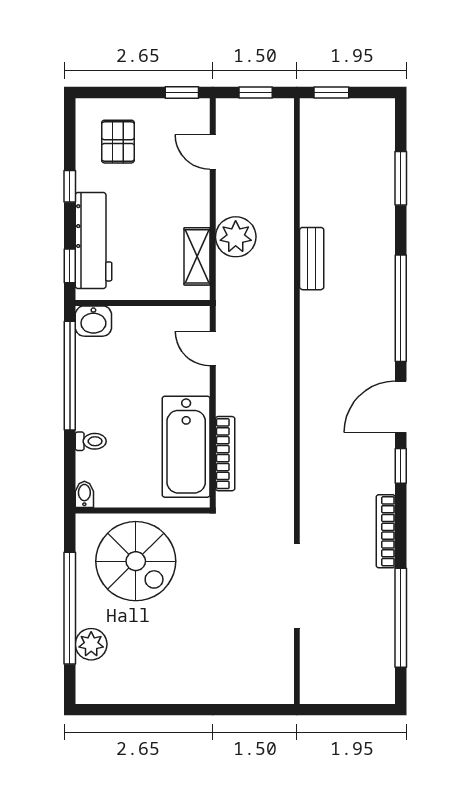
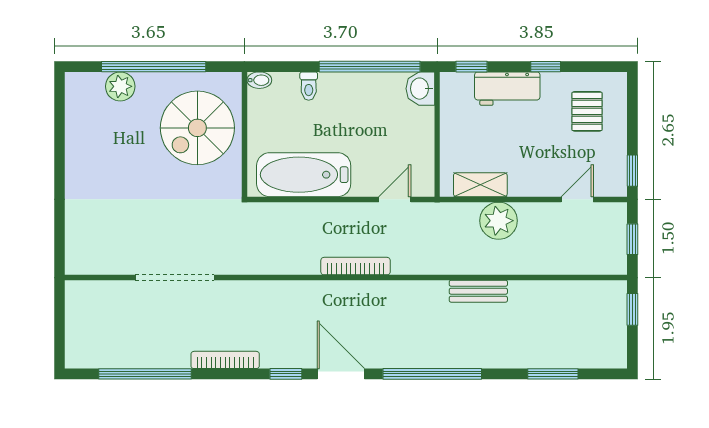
pallet: (118, 142) -> (587, 111), turned 90
workbench: (93, 241) -> (507, 89), width x0.73
bookcase: (225, 454) -> (356, 266), moved, turned 180

